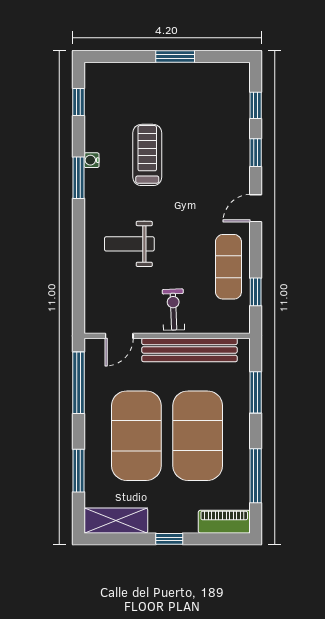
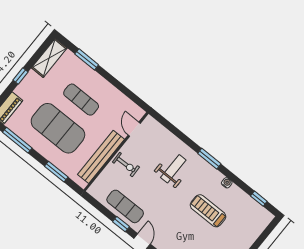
treadmill: (147, 155) -> (208, 211), turned 180
window: (78, 178) -> (209, 159), moved
window: (256, 292) -> (121, 224), moved
window: (78, 383) -> (128, 93), removed
exercise mat: (136, 436) -> (81, 100), width x0.50, depth x0.69

